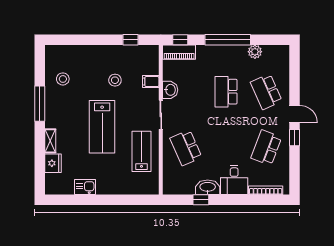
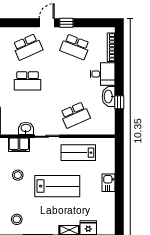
filing cabinet: (151, 82) -> (19, 145), width x2.00
kitchen sink: (85, 187) -> (108, 183), moved

